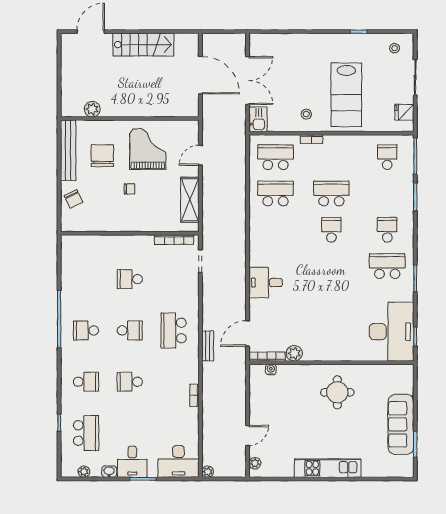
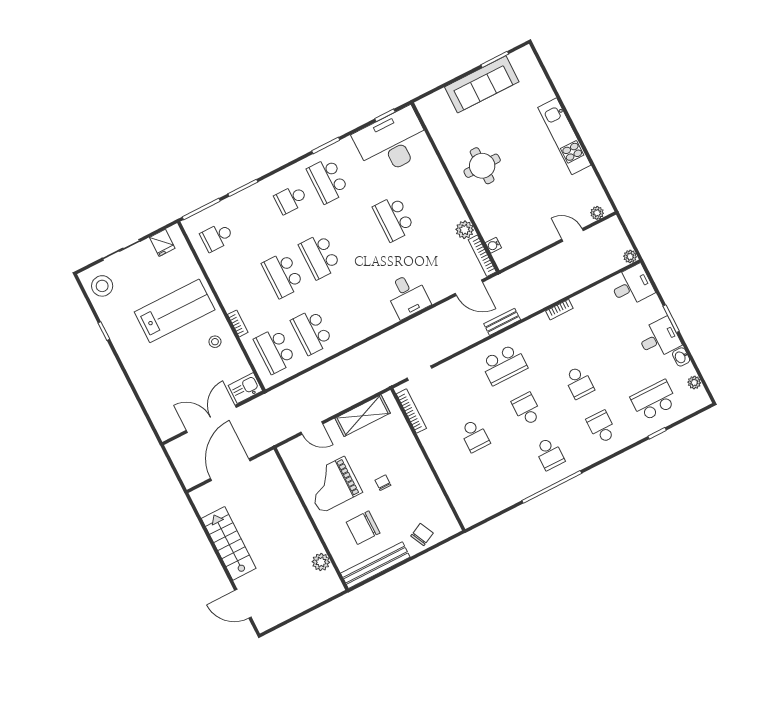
stool: (395, 48) -> (102, 286), width x1.89, depth x1.89
school desk: (331, 230) -> (320, 256), width x1.85
school desk: (331, 302) -> (394, 218), added
desk: (179, 461) -> (632, 286), width x0.73

